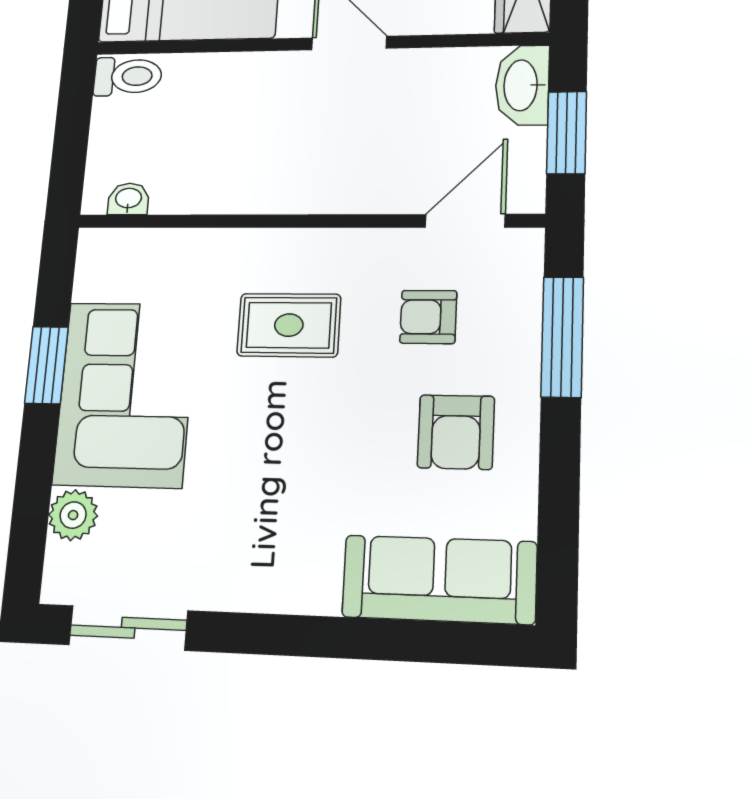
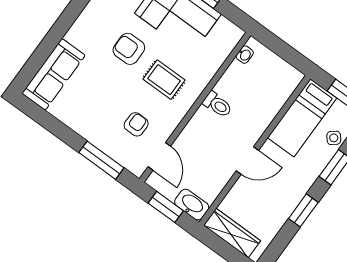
toilet: (128, 76) -> (217, 105), moved, turned -90
rug: (289, 325) -> (164, 80), turned 90
armchair: (456, 432) -> (129, 49), moved

